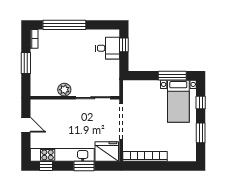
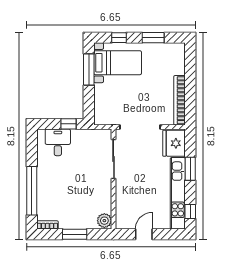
window: (124, 45) -> (69, 124), moved
plant: (64, 90) -> (104, 221), moved

